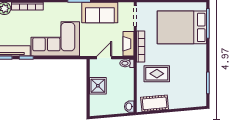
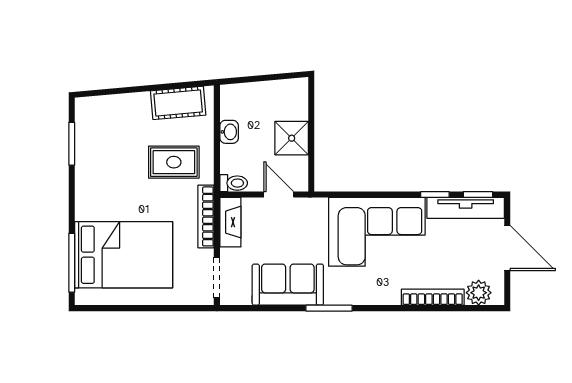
door: (104, 58) -> (279, 194), swing flipped
washbasin: (129, 107) -> (229, 132), moved

